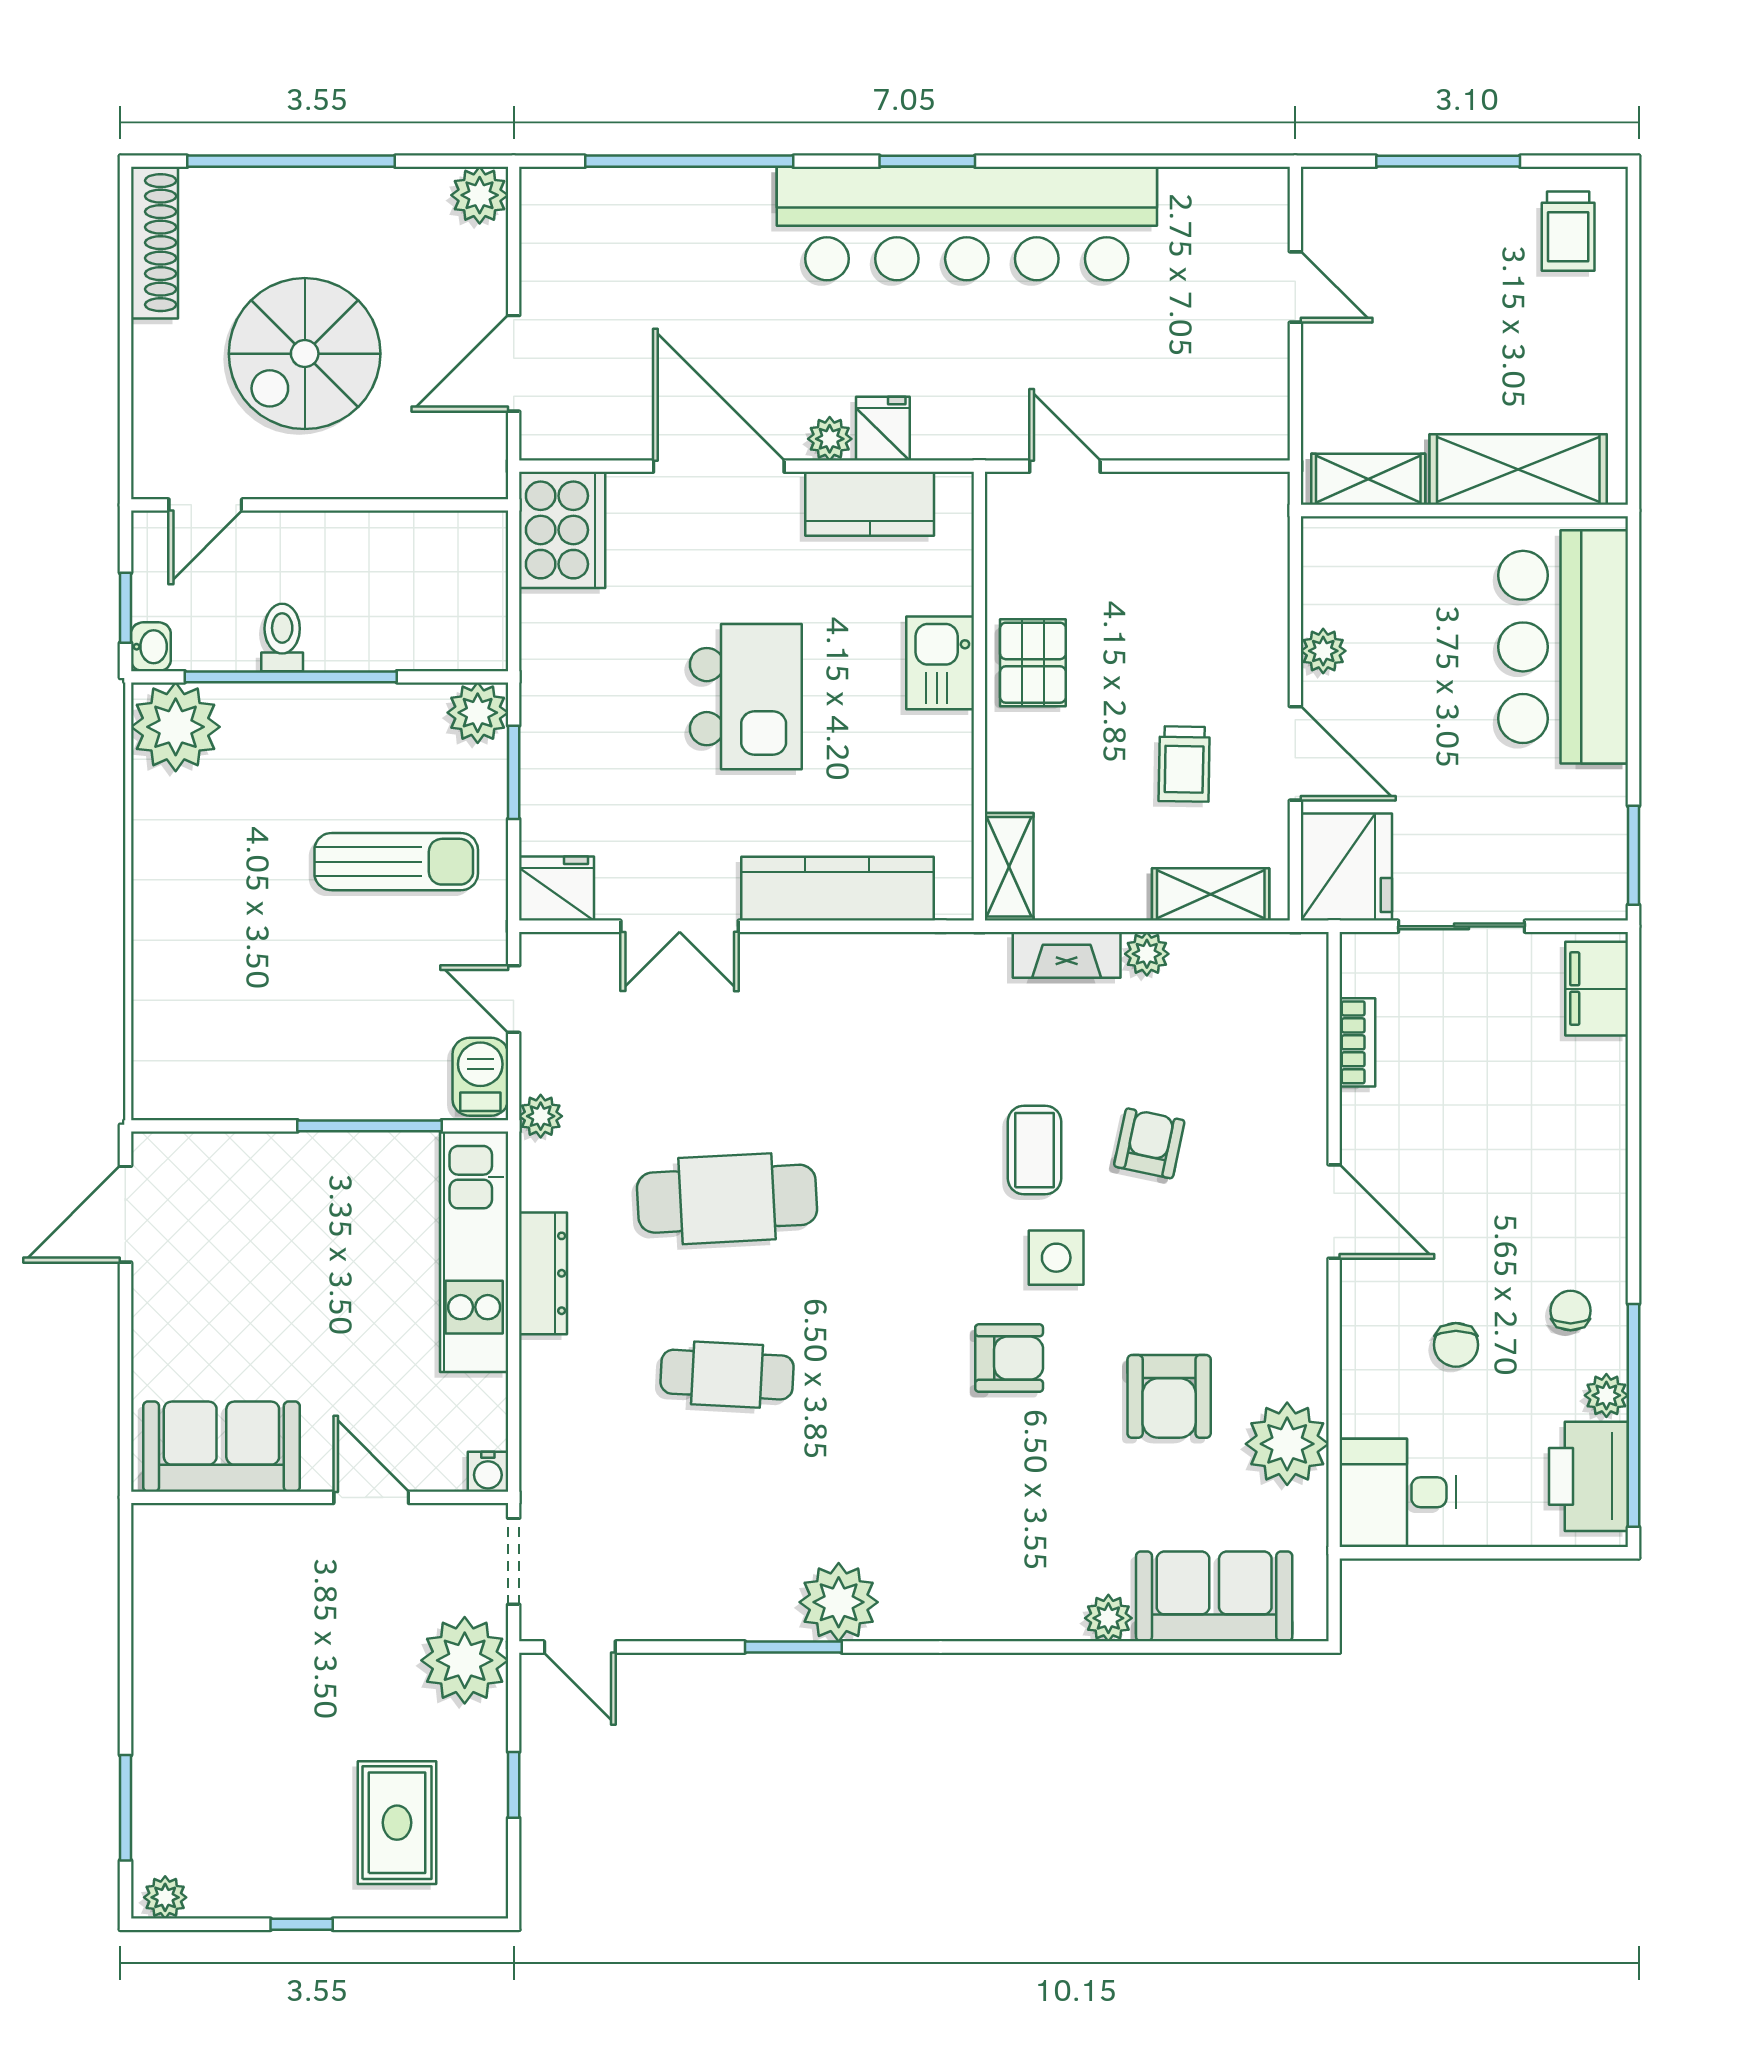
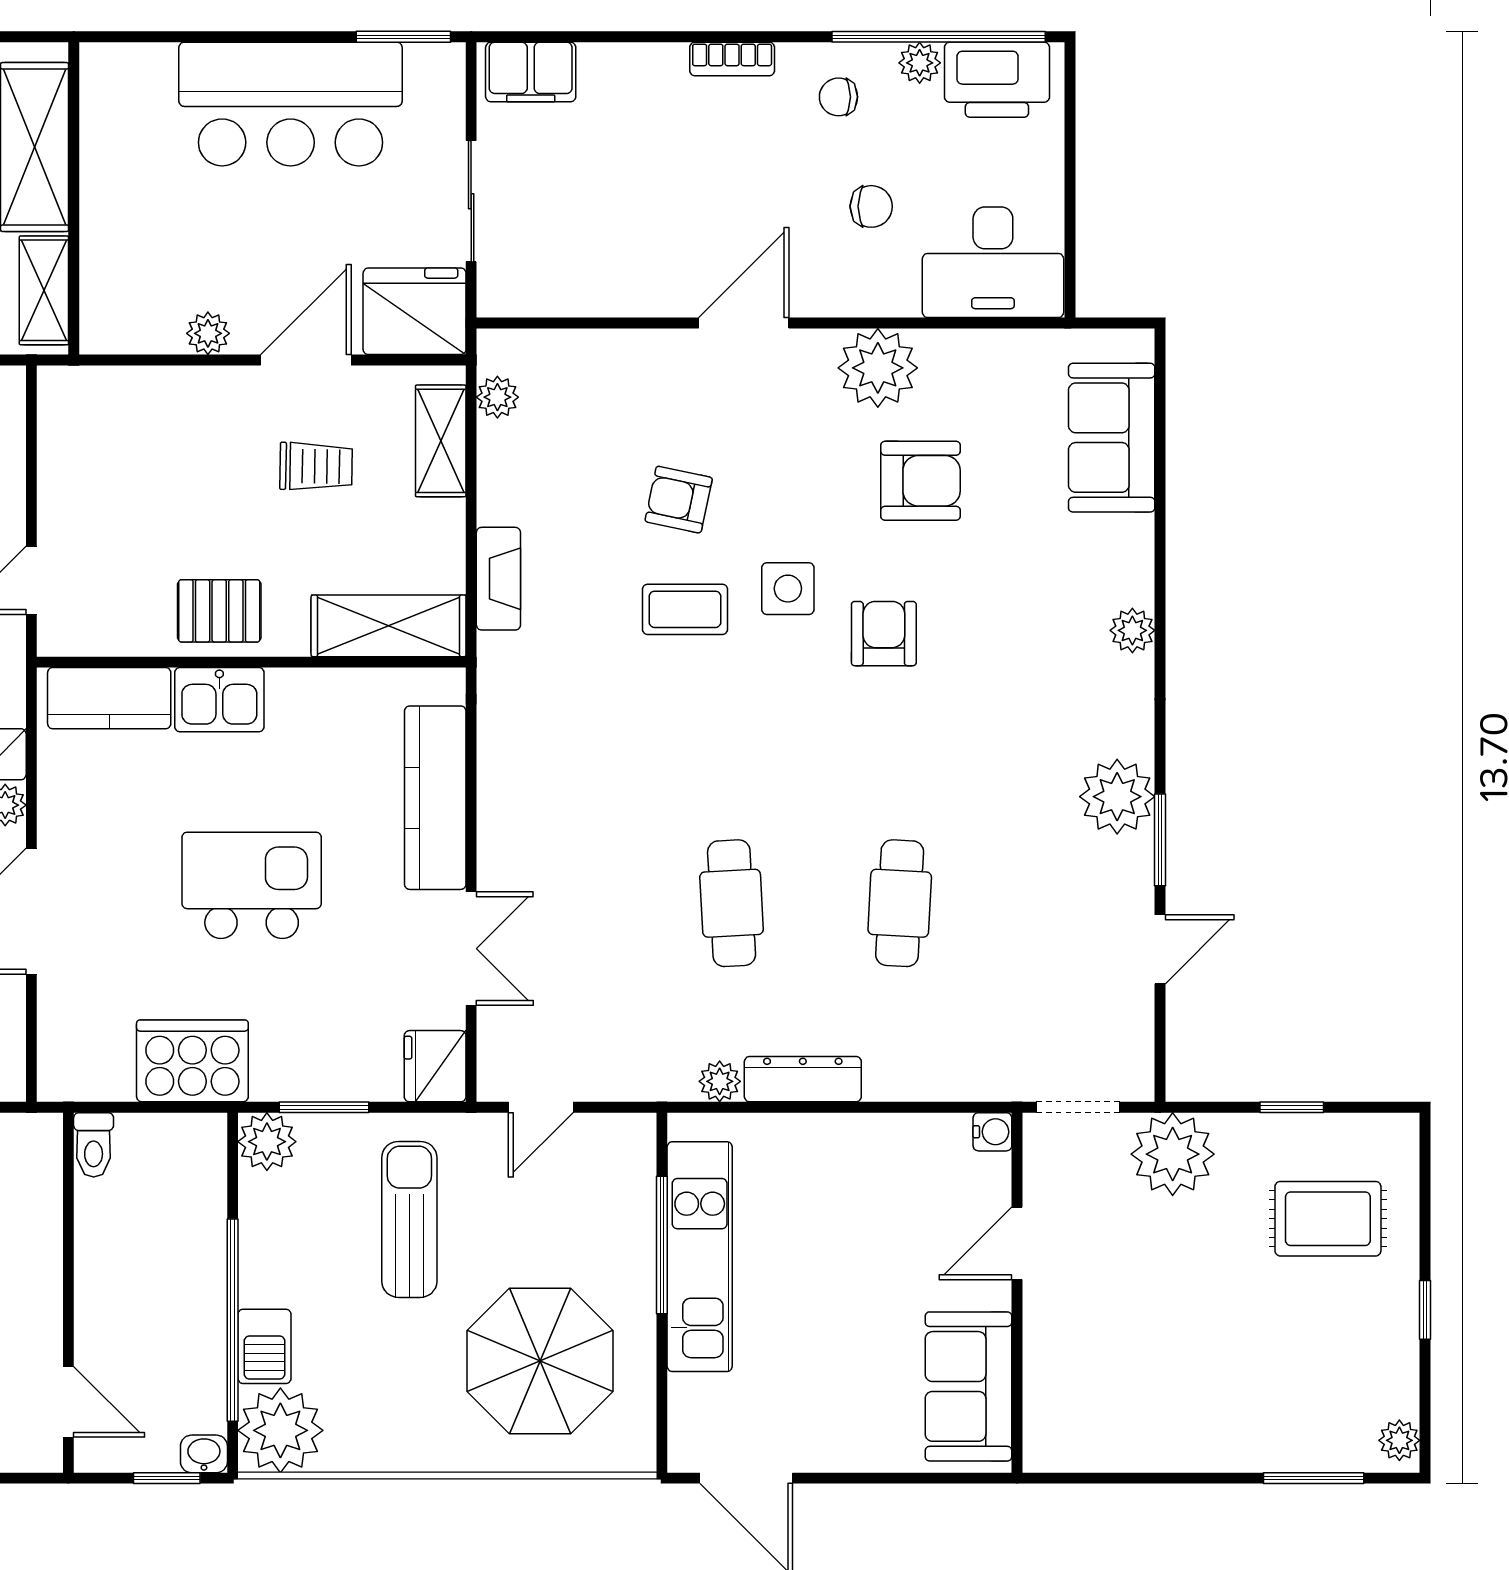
kitchen counter: (870, 504) -> (109, 698), moved, turned 90
cooker: (562, 530) -> (192, 1061), moved
toilet: (282, 637) -> (94, 1145), moved, turned -90
bar counter: (1563, 647) -> (291, 104), moved
shelving: (1009, 867) -> (389, 626), width x1.50, depth x1.33
plant: (1147, 954) -> (497, 397), moved
parasol: (248, 998) -> (540, 1361), added
bookcase: (1357, 1042) -> (732, 59), moved, turned 180
barbecue: (480, 1077) -> (264, 1346), moved, turned -90
plant: (541, 1116) -> (720, 1081), moved
cafe table: (727, 1199) -> (732, 903), width x0.73, depth x0.74
kitchen unit: (474, 1252) -> (700, 1257), moved, turned -90
plant: (1287, 1444) -> (878, 368), moved
desk: (1398, 1492) -> (993, 262), width x1.37
plant: (1108, 1618) -> (1132, 630), moved
door: (580, 1647) -> (1160, 949), moved

